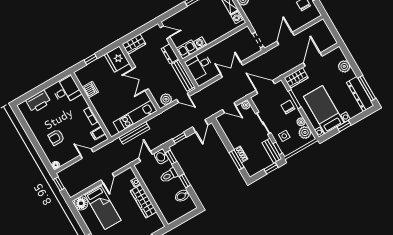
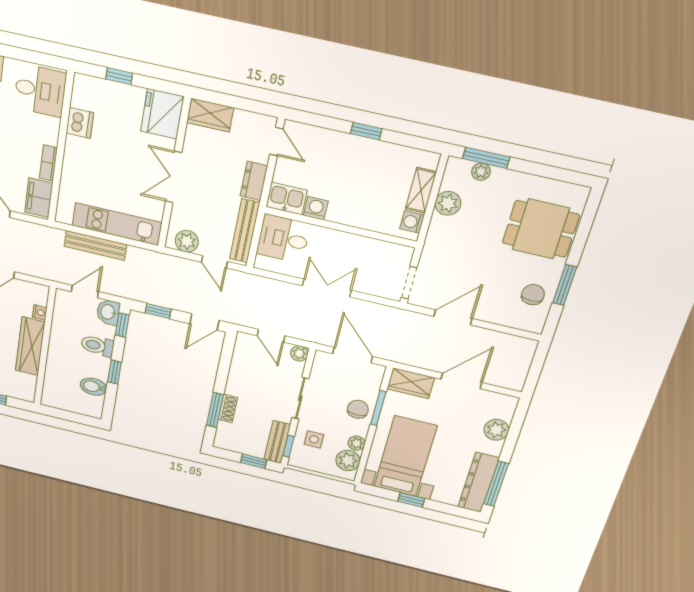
filing cabinet: (98, 133) -> (39, 198), width x2.00

